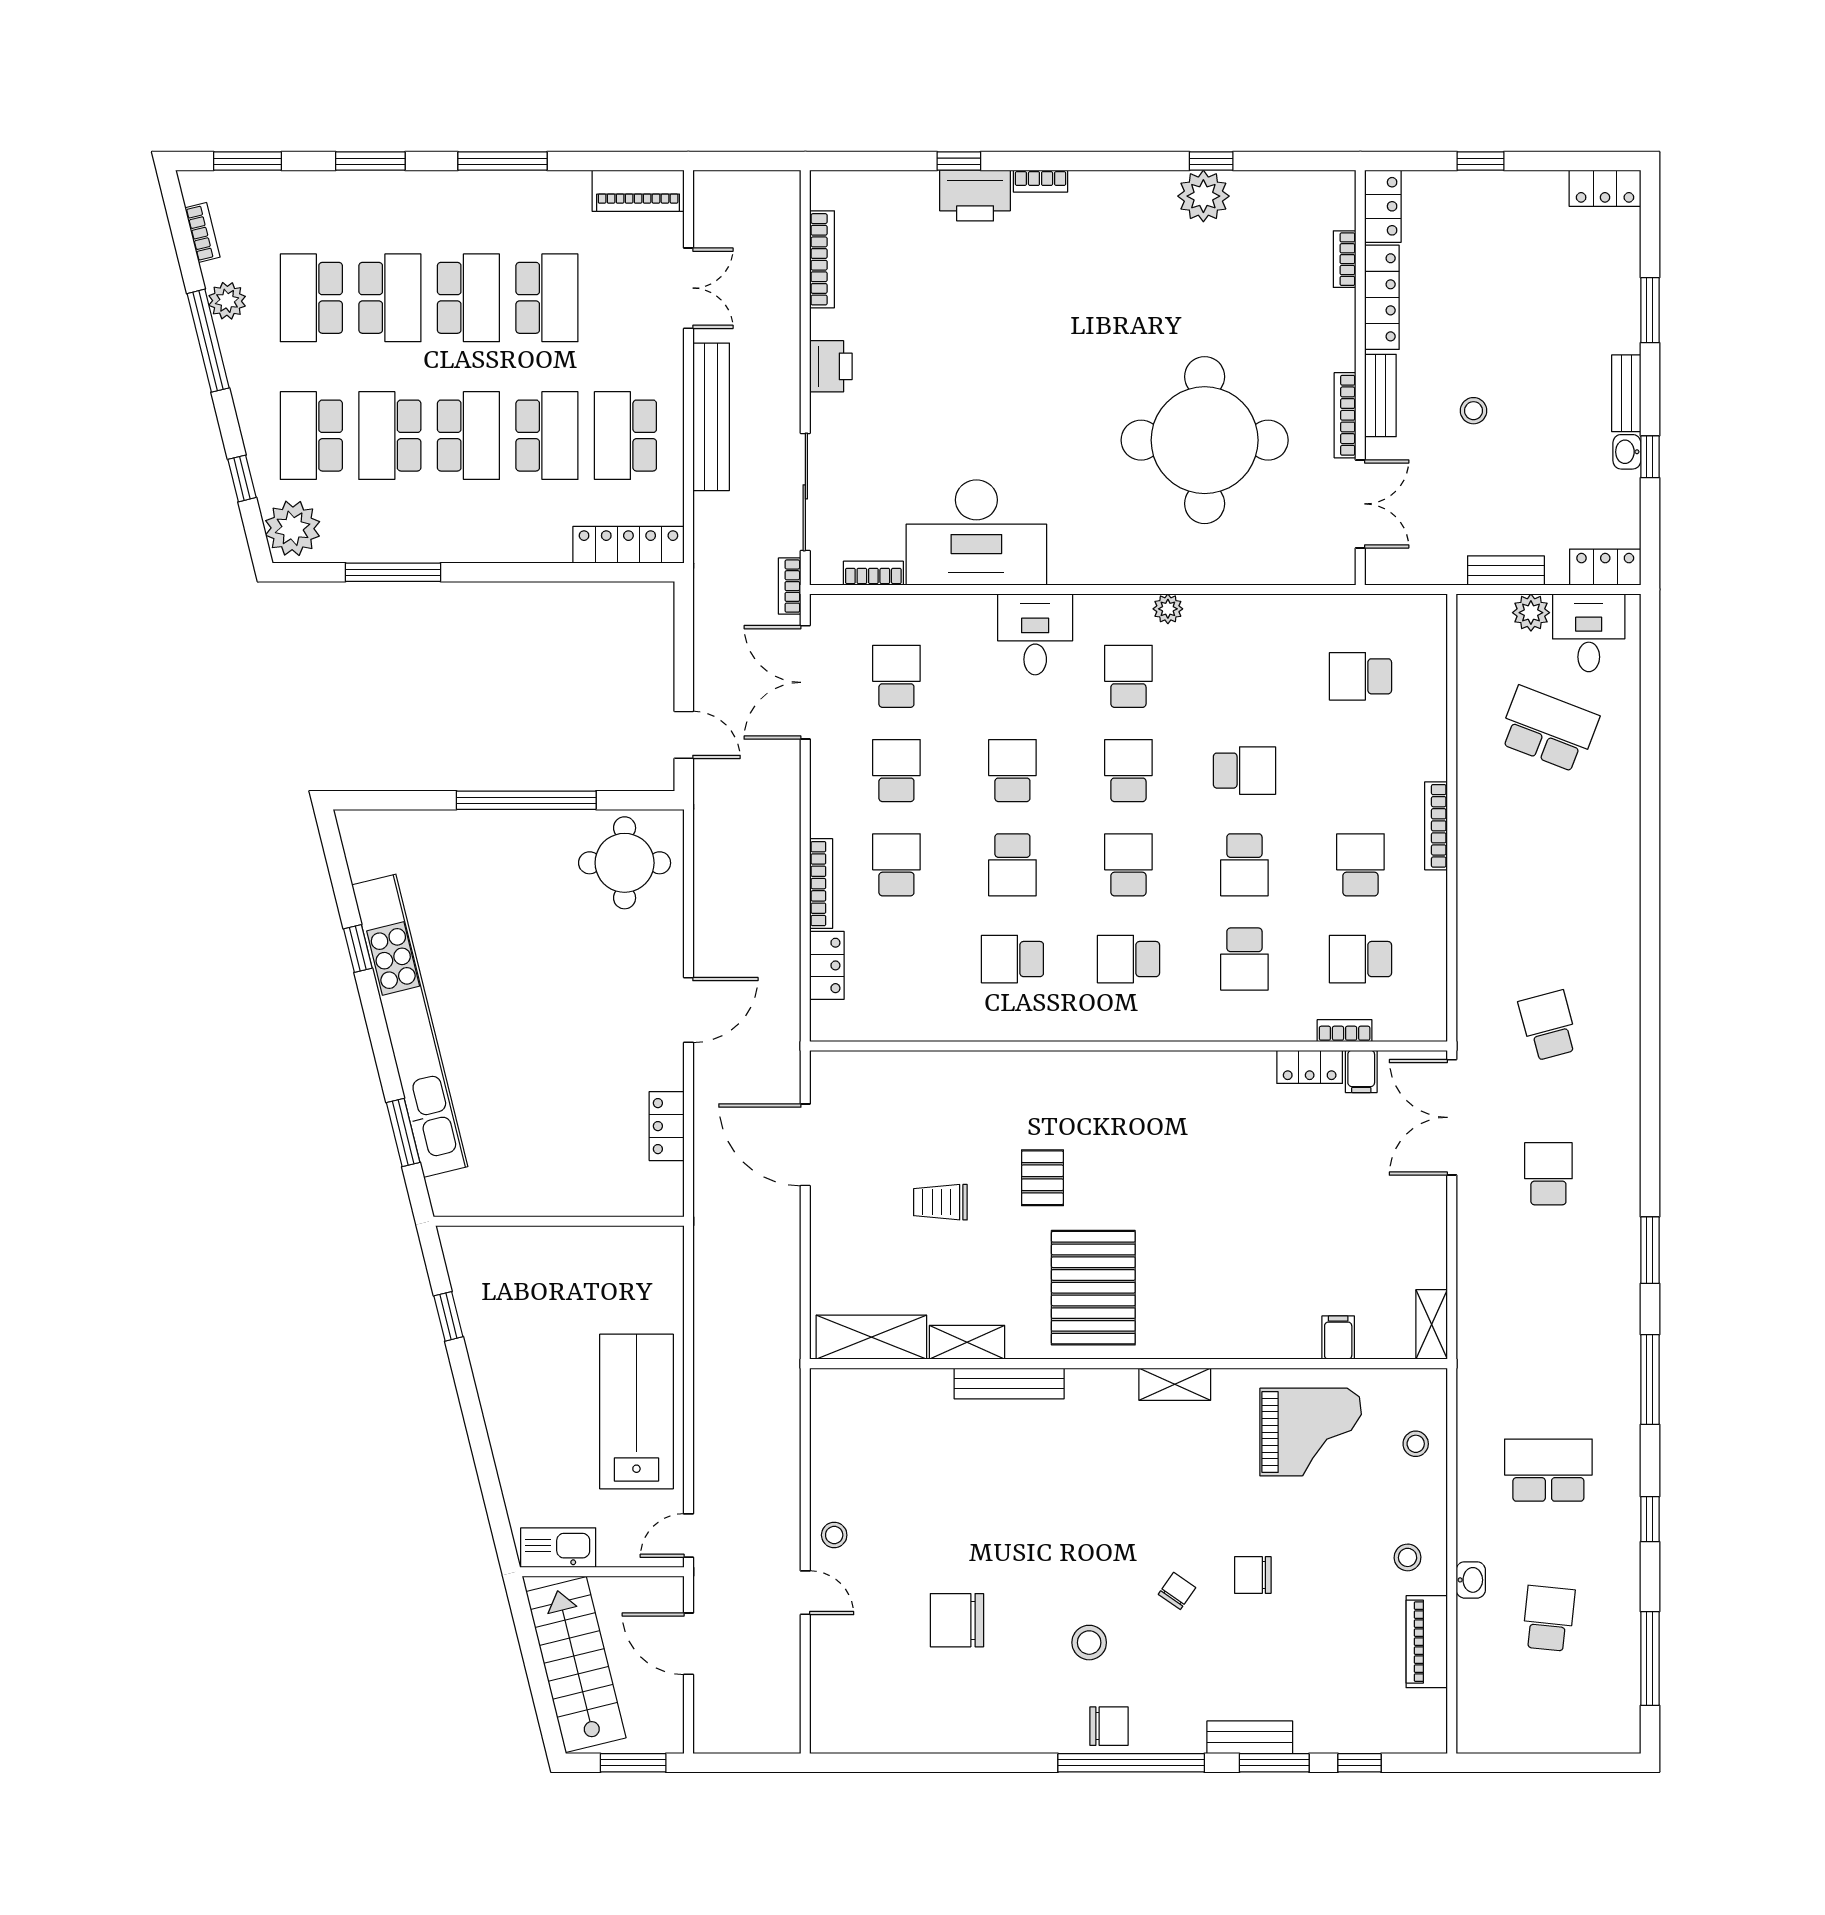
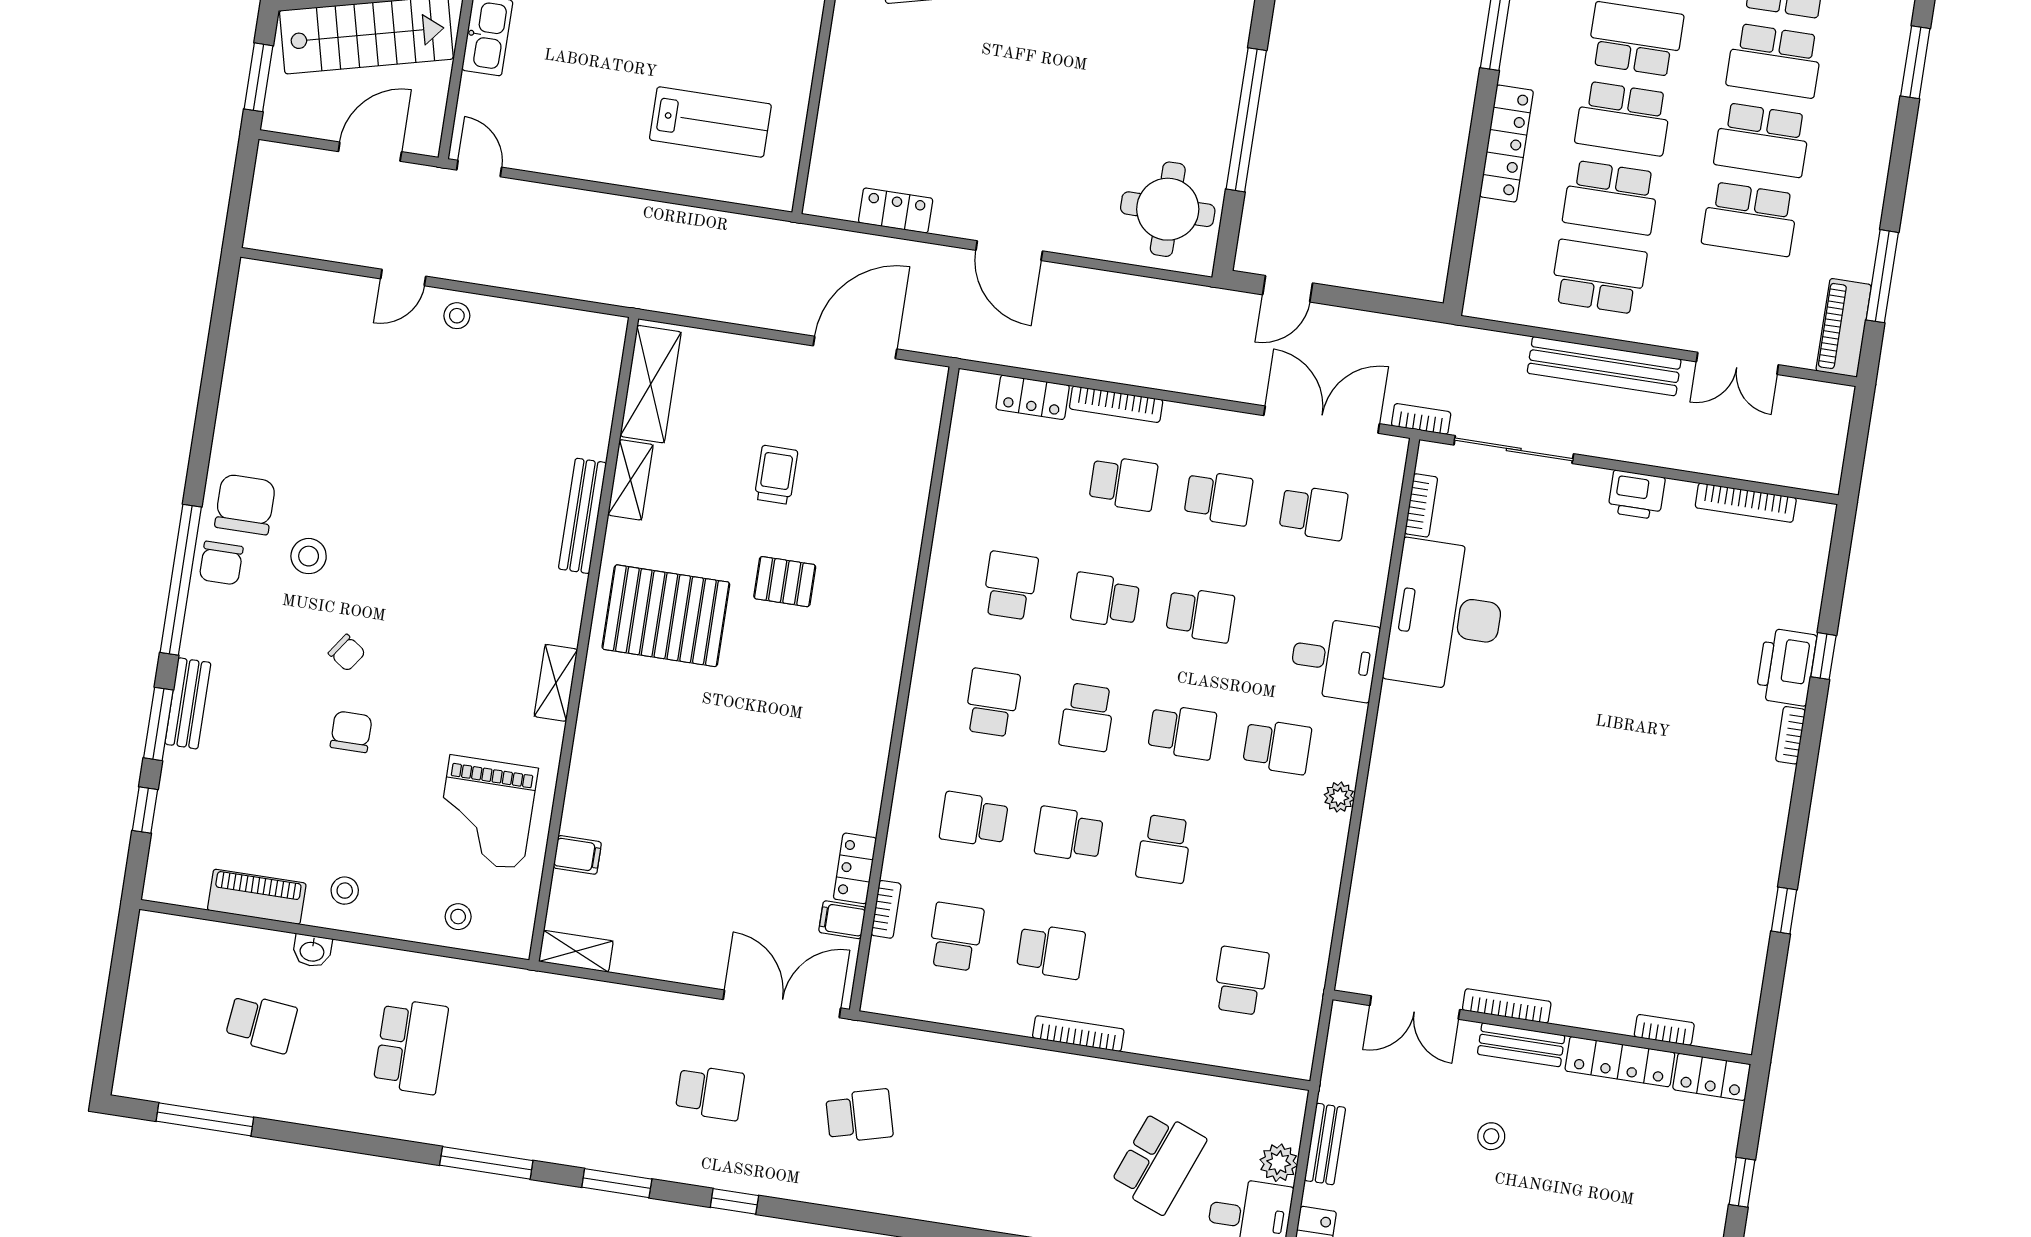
window: (502, 161) -> (1882, 276), moved
plant: (1203, 196) -> (1750, 897), removed
round table: (1205, 440) -> (1504, 860), removed
locker: (628, 545) -> (1506, 144), moved
school desk: (1128, 865) -> (1087, 717), turned 90
lab bench: (636, 1412) -> (710, 122), moved, width x0.73, depth x0.72
window: (1650, 1519) -> (734, 1201), moved
chair: (957, 1620) -> (245, 504), moved

